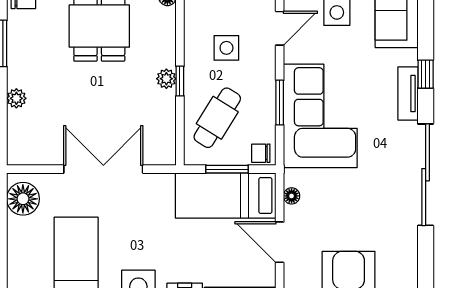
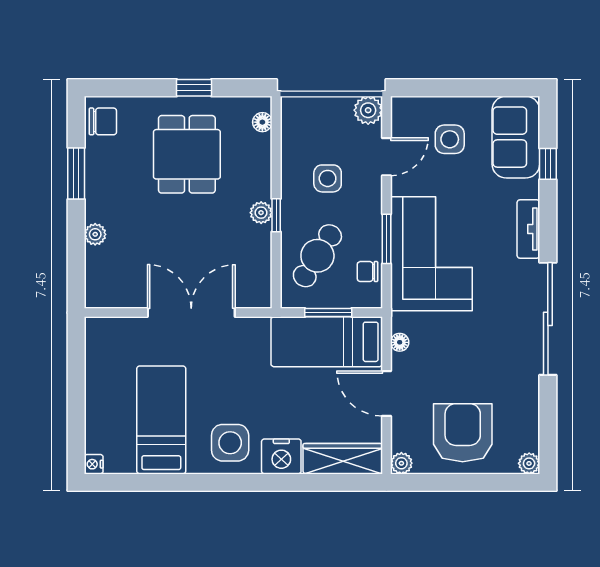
window: (426, 74) -> (548, 164), moved
chair: (261, 153) -> (367, 272), moved
floor lamp: (23, 199) -> (102, 345), removed

